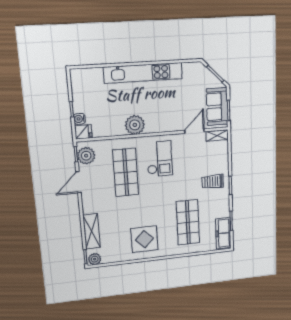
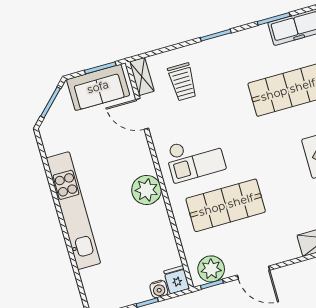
plant: (135, 125) -> (147, 190), moved
checkout: (160, 159) -> (195, 158), turned 180
trolley: (213, 182) -> (182, 82), moved

